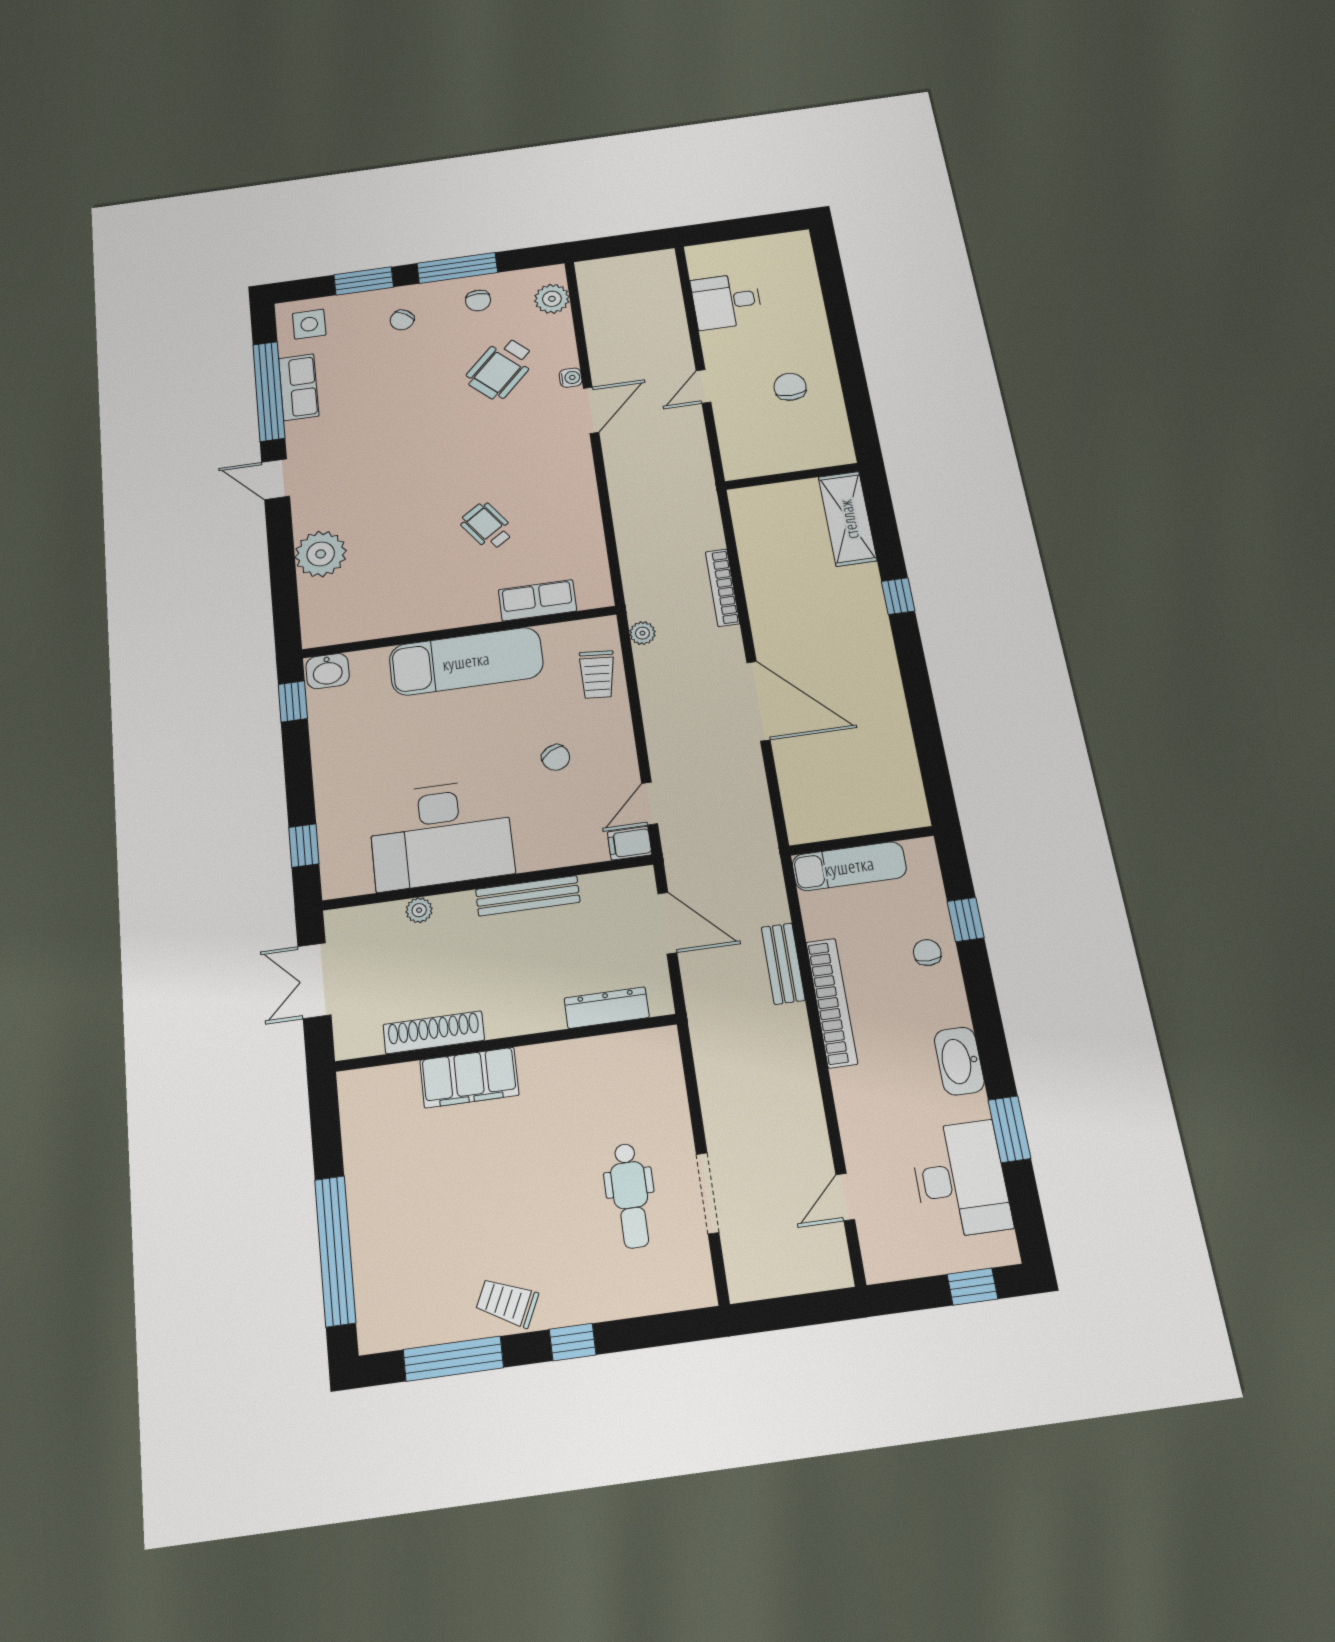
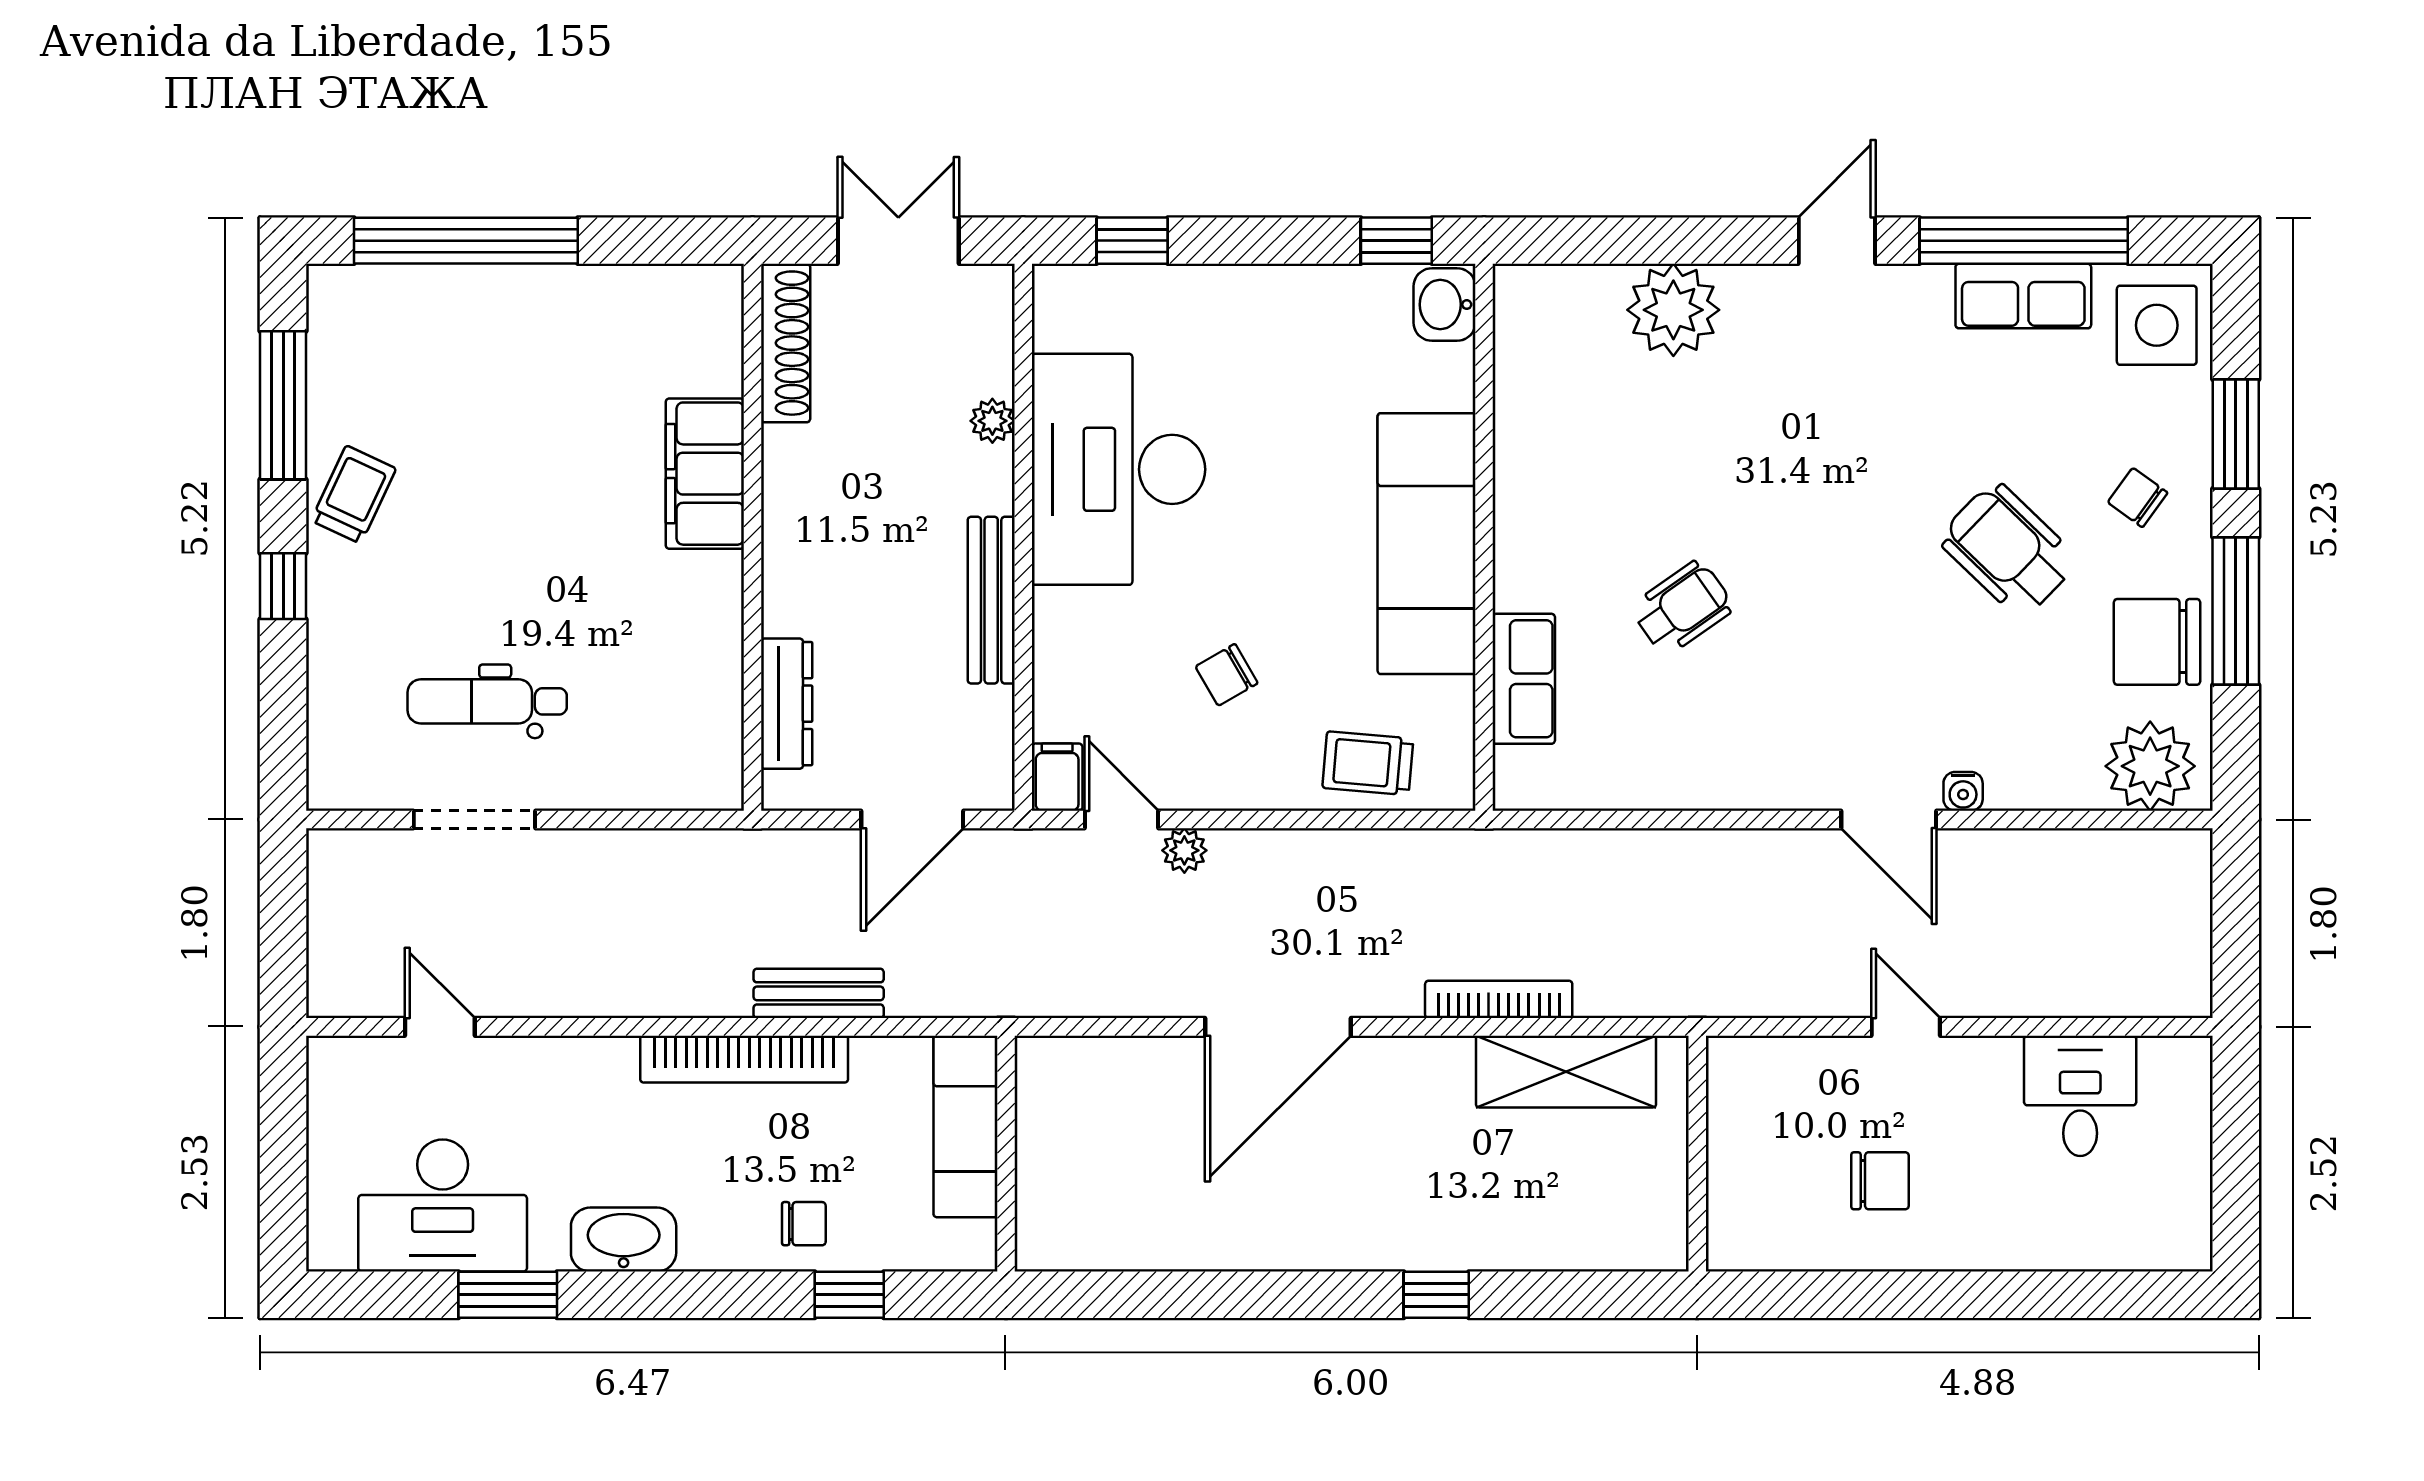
plant: (552, 299) -> (2150, 766), width x1.36, depth x1.36
chair: (478, 301) -> (2157, 642), width x1.87, depth x1.87
side table: (309, 324) -> (2157, 325), width x1.37, depth x1.37
wheelchair: (501, 368) -> (2008, 550), moved
shelving: (848, 519) -> (1566, 1072), moved
plant: (642, 633) -> (1184, 850), moved
shoe rack: (434, 1032) -> (786, 343), moved
window: (972, 1287) -> (283, 1192), removed

